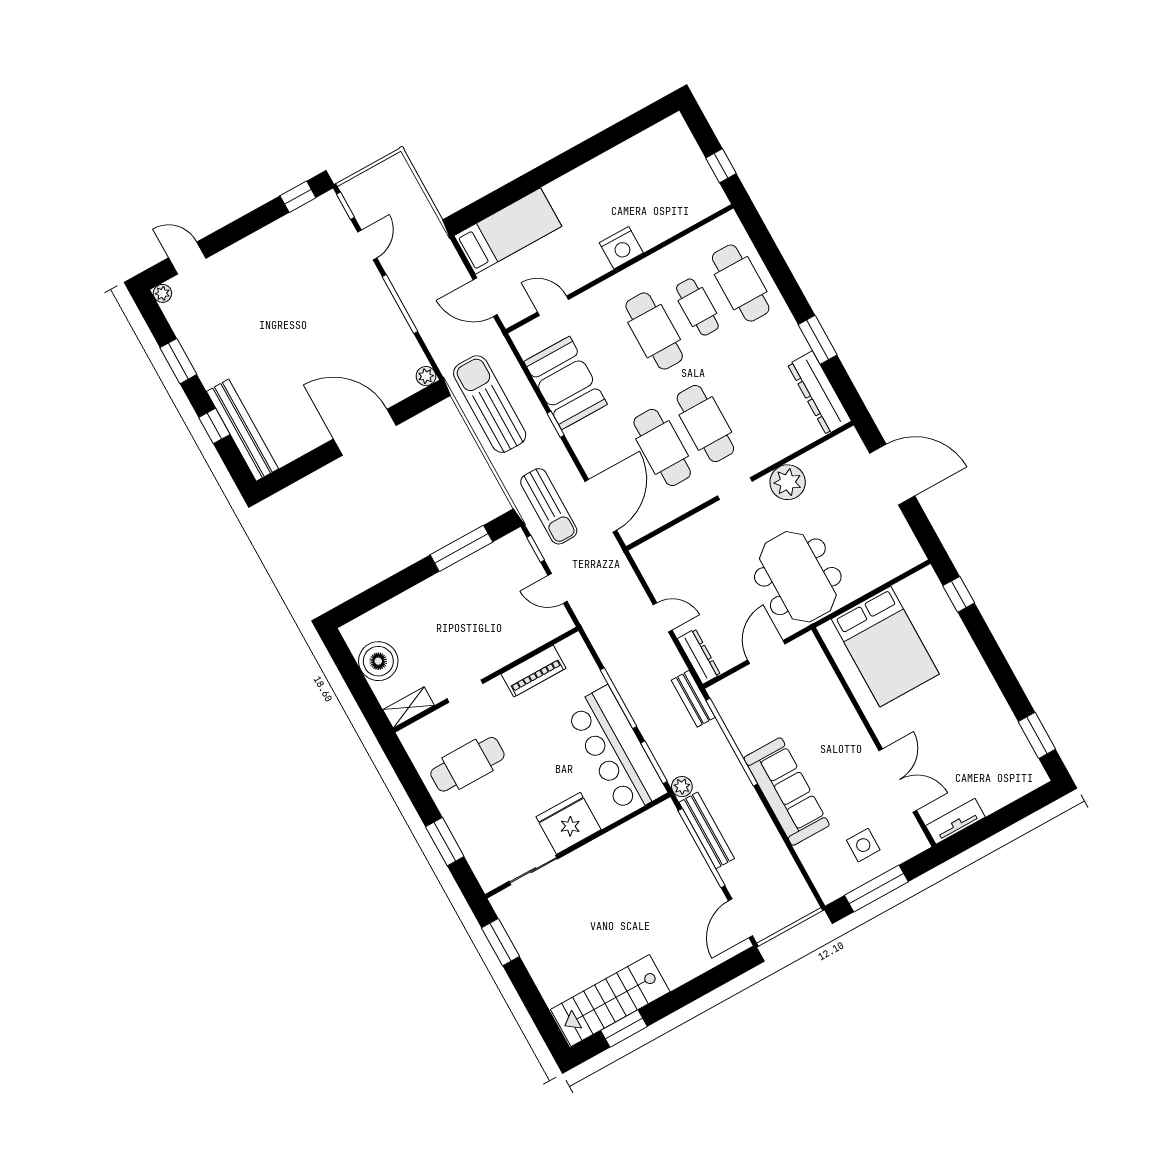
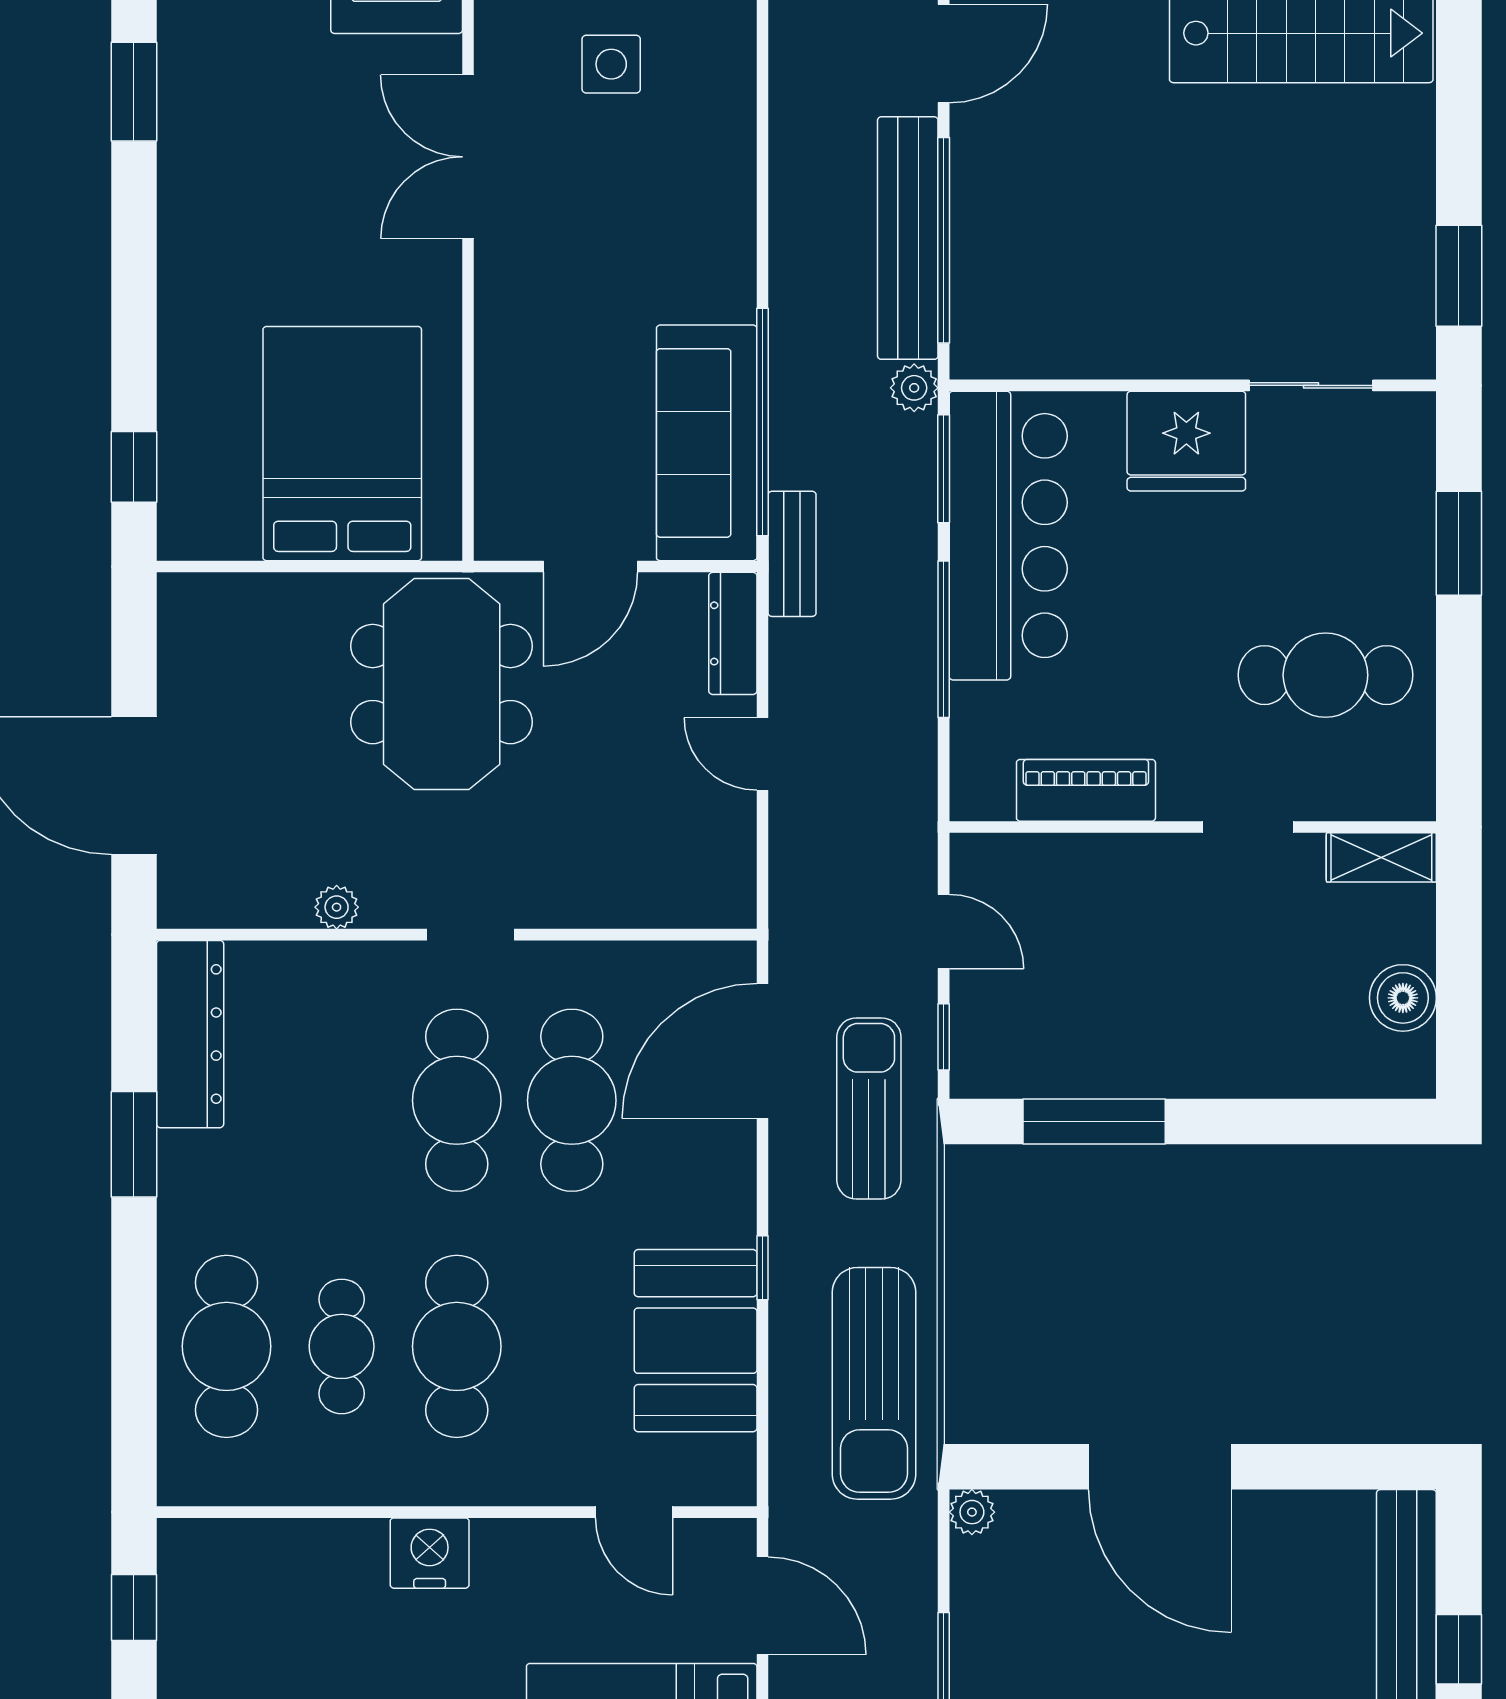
plant: (788, 482) -> (337, 907), width x0.53, depth x0.53
boiler: (378, 661) -> (1403, 998), width x0.73, depth x0.73
sofa: (787, 792) -> (707, 443), moved
bench: (707, 830) -> (908, 238), width x1.37, depth x1.21

